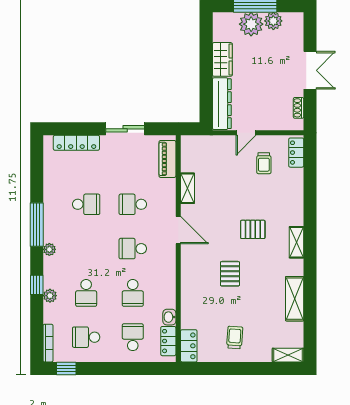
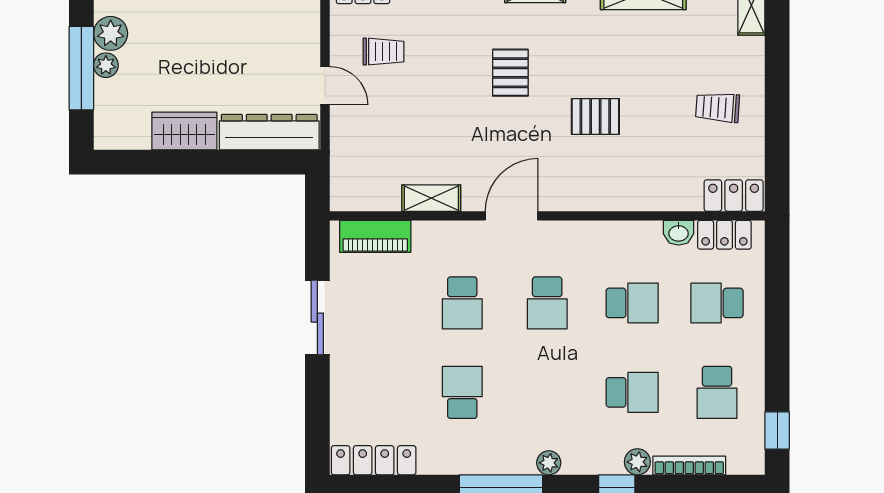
plant: (251, 24) -> (106, 65), width x0.53, depth x0.53
locker: (76, 143) -> (374, 460), moved, turned -90
bookcase: (48, 343) -> (689, 466), moved

